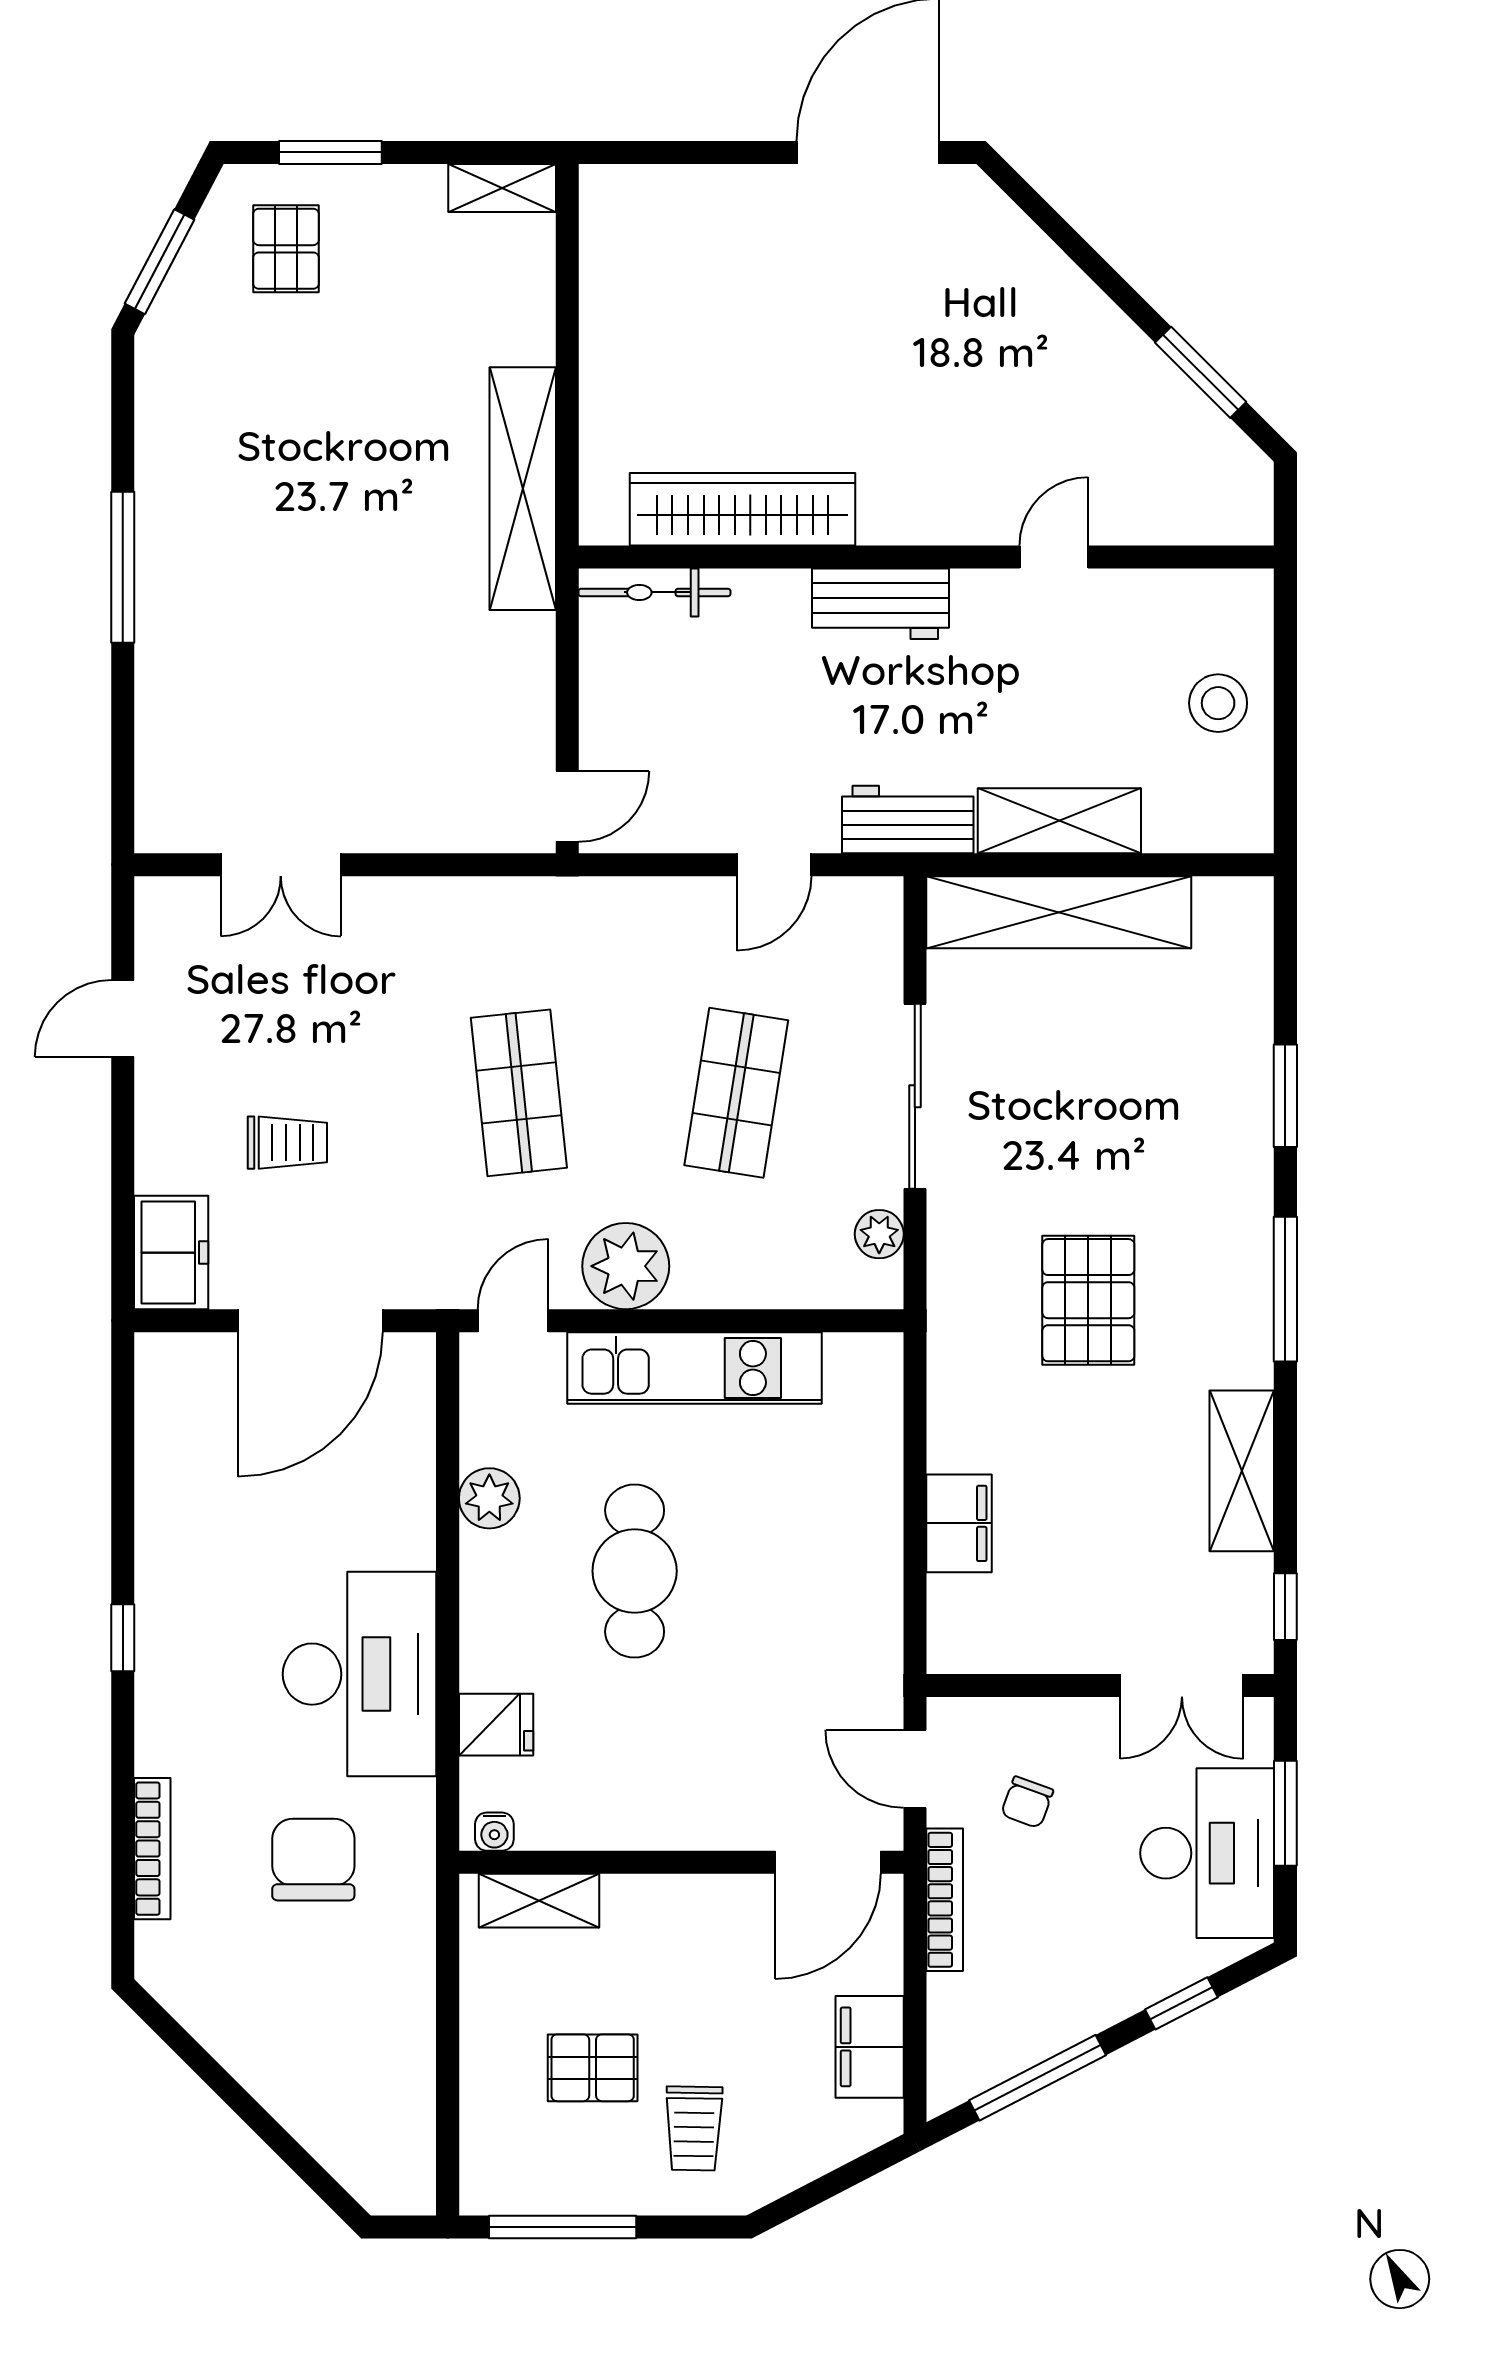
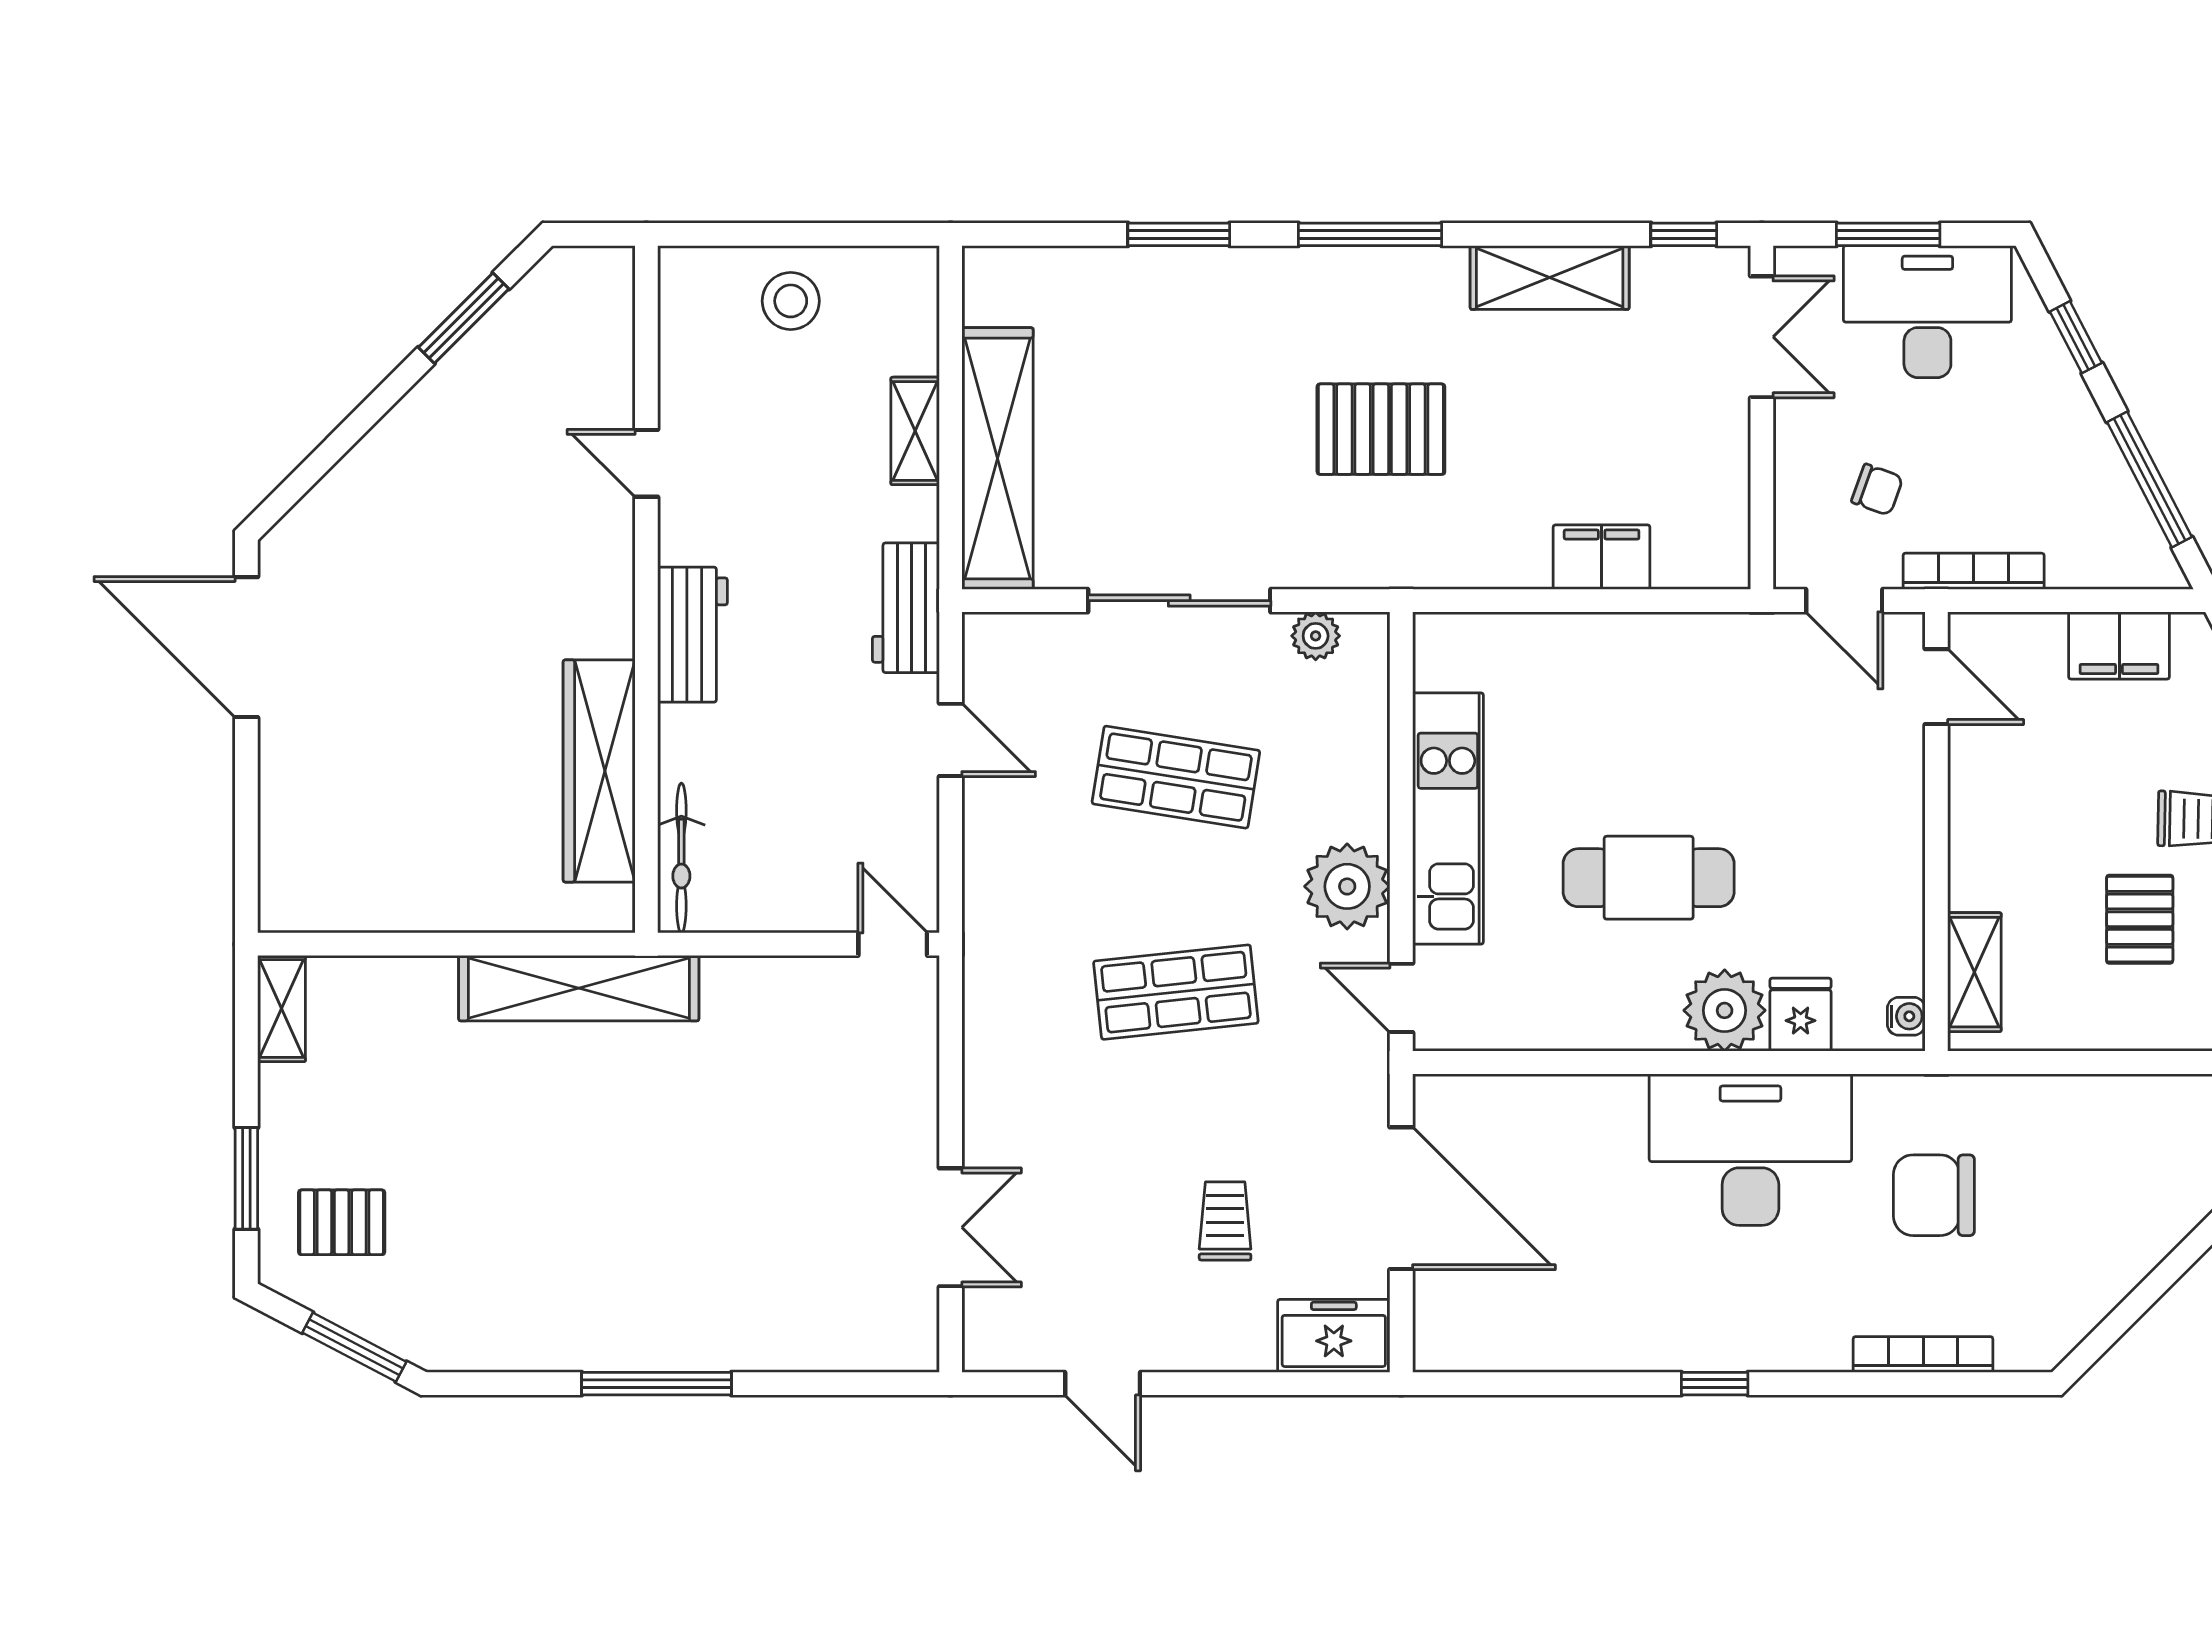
shelving: (1059, 821) -> (915, 431), width x0.67, depth x0.75
plant: (489, 1498) -> (1725, 1010), moved, width x1.36, depth x1.36
door: (915, 1769) -> (1844, 601), hinge flipped
door: (828, 1862) -> (1936, 687), width x0.73

